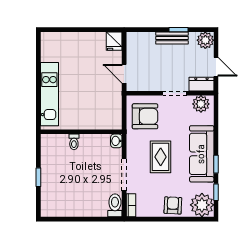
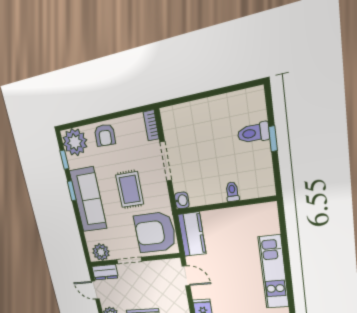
kitchen unit: (49, 94) -> (274, 272), moved
kitchen counter: (113, 111) -> (192, 234), added
armchair: (145, 116) -> (155, 232), width x1.36, depth x1.36
toilet: (115, 205) -> (253, 133), moved, turned 90

